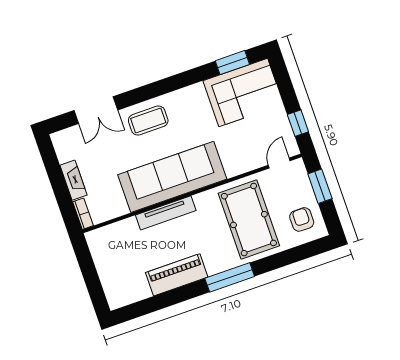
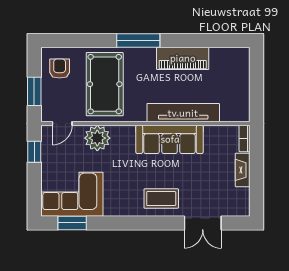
double door: (96, 110) -> (203, 223), swing flipped
plant: (237, 161) -> (97, 138), added
sofa: (172, 177) -> (170, 139), width x0.74, depth x0.79
tv unit: (166, 213) -> (183, 113), width x1.36, depth x1.29
armchair: (302, 219) -> (60, 69), turned 180

